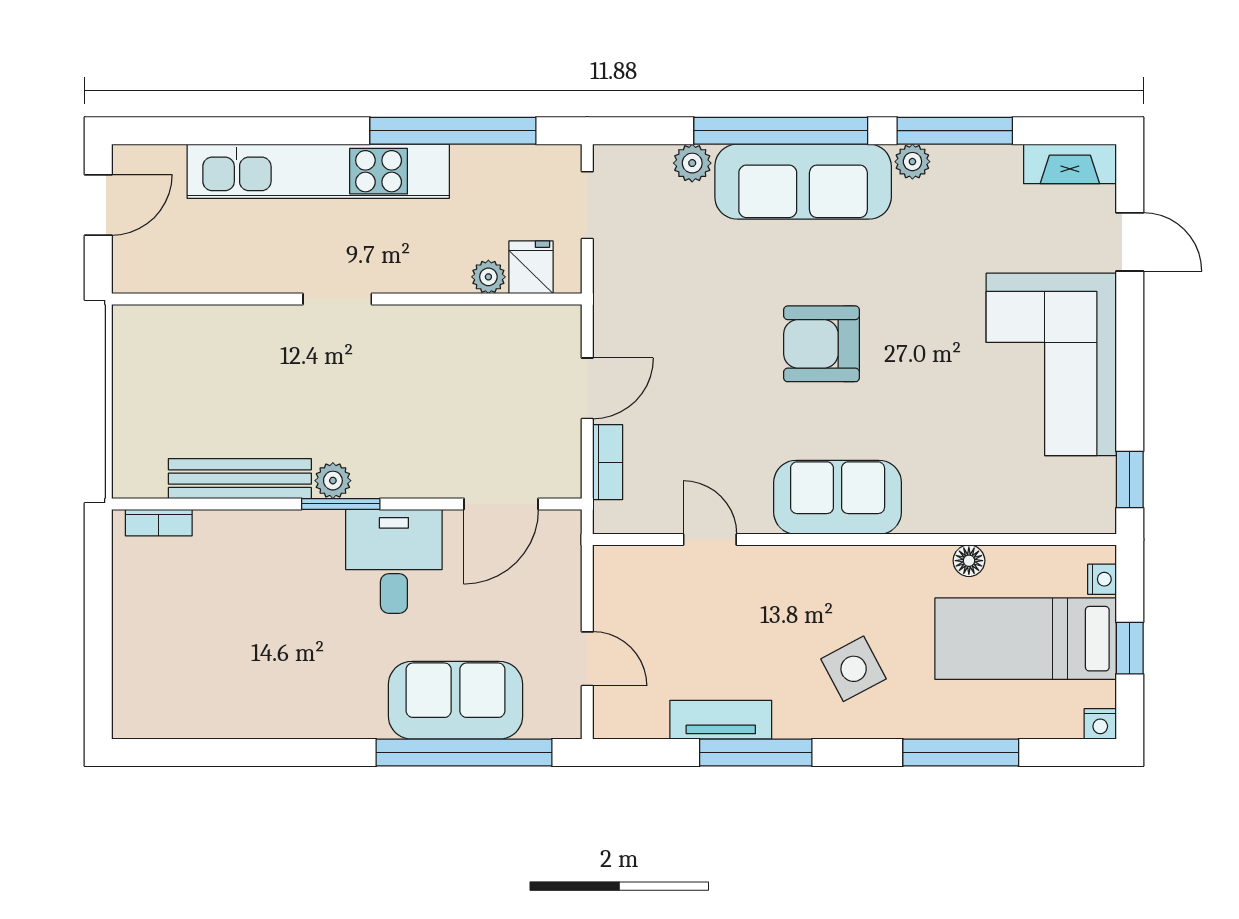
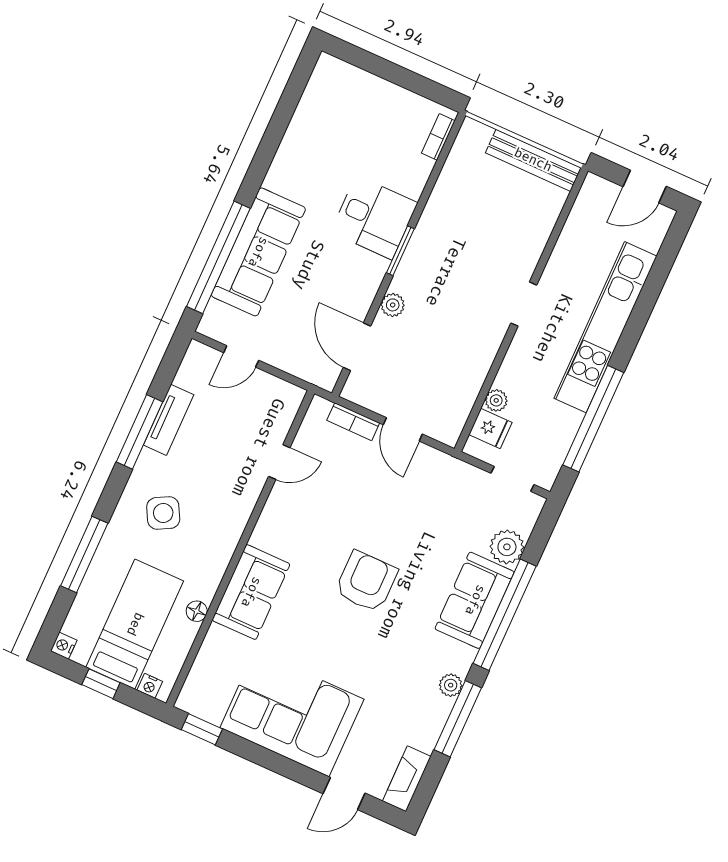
plant: (692, 163) -> (507, 547), width x1.38, depth x1.38
sofa: (803, 182) -> (475, 600), width x0.73
door: (98, 205) -> (645, 186), hinge flipped
bench: (240, 479) -> (533, 160), moved, turned 90
plant: (333, 481) -> (393, 305), moved
sofa: (838, 497) -> (251, 592), moved
desk: (394, 561) -> (374, 217), moved
sofa: (456, 700) -> (258, 252), width x1.36

